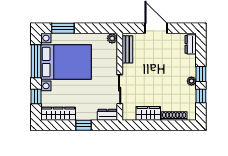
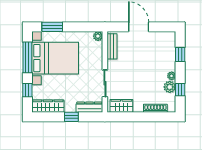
dresser: (191, 44) -> (171, 42), removed
window: (201, 74) -> (180, 54), moved
plant: (190, 93) -> (170, 87), added
wardrobe: (148, 113) -> (121, 106), moved
dresser: (107, 115) -> (89, 107), width x1.44

